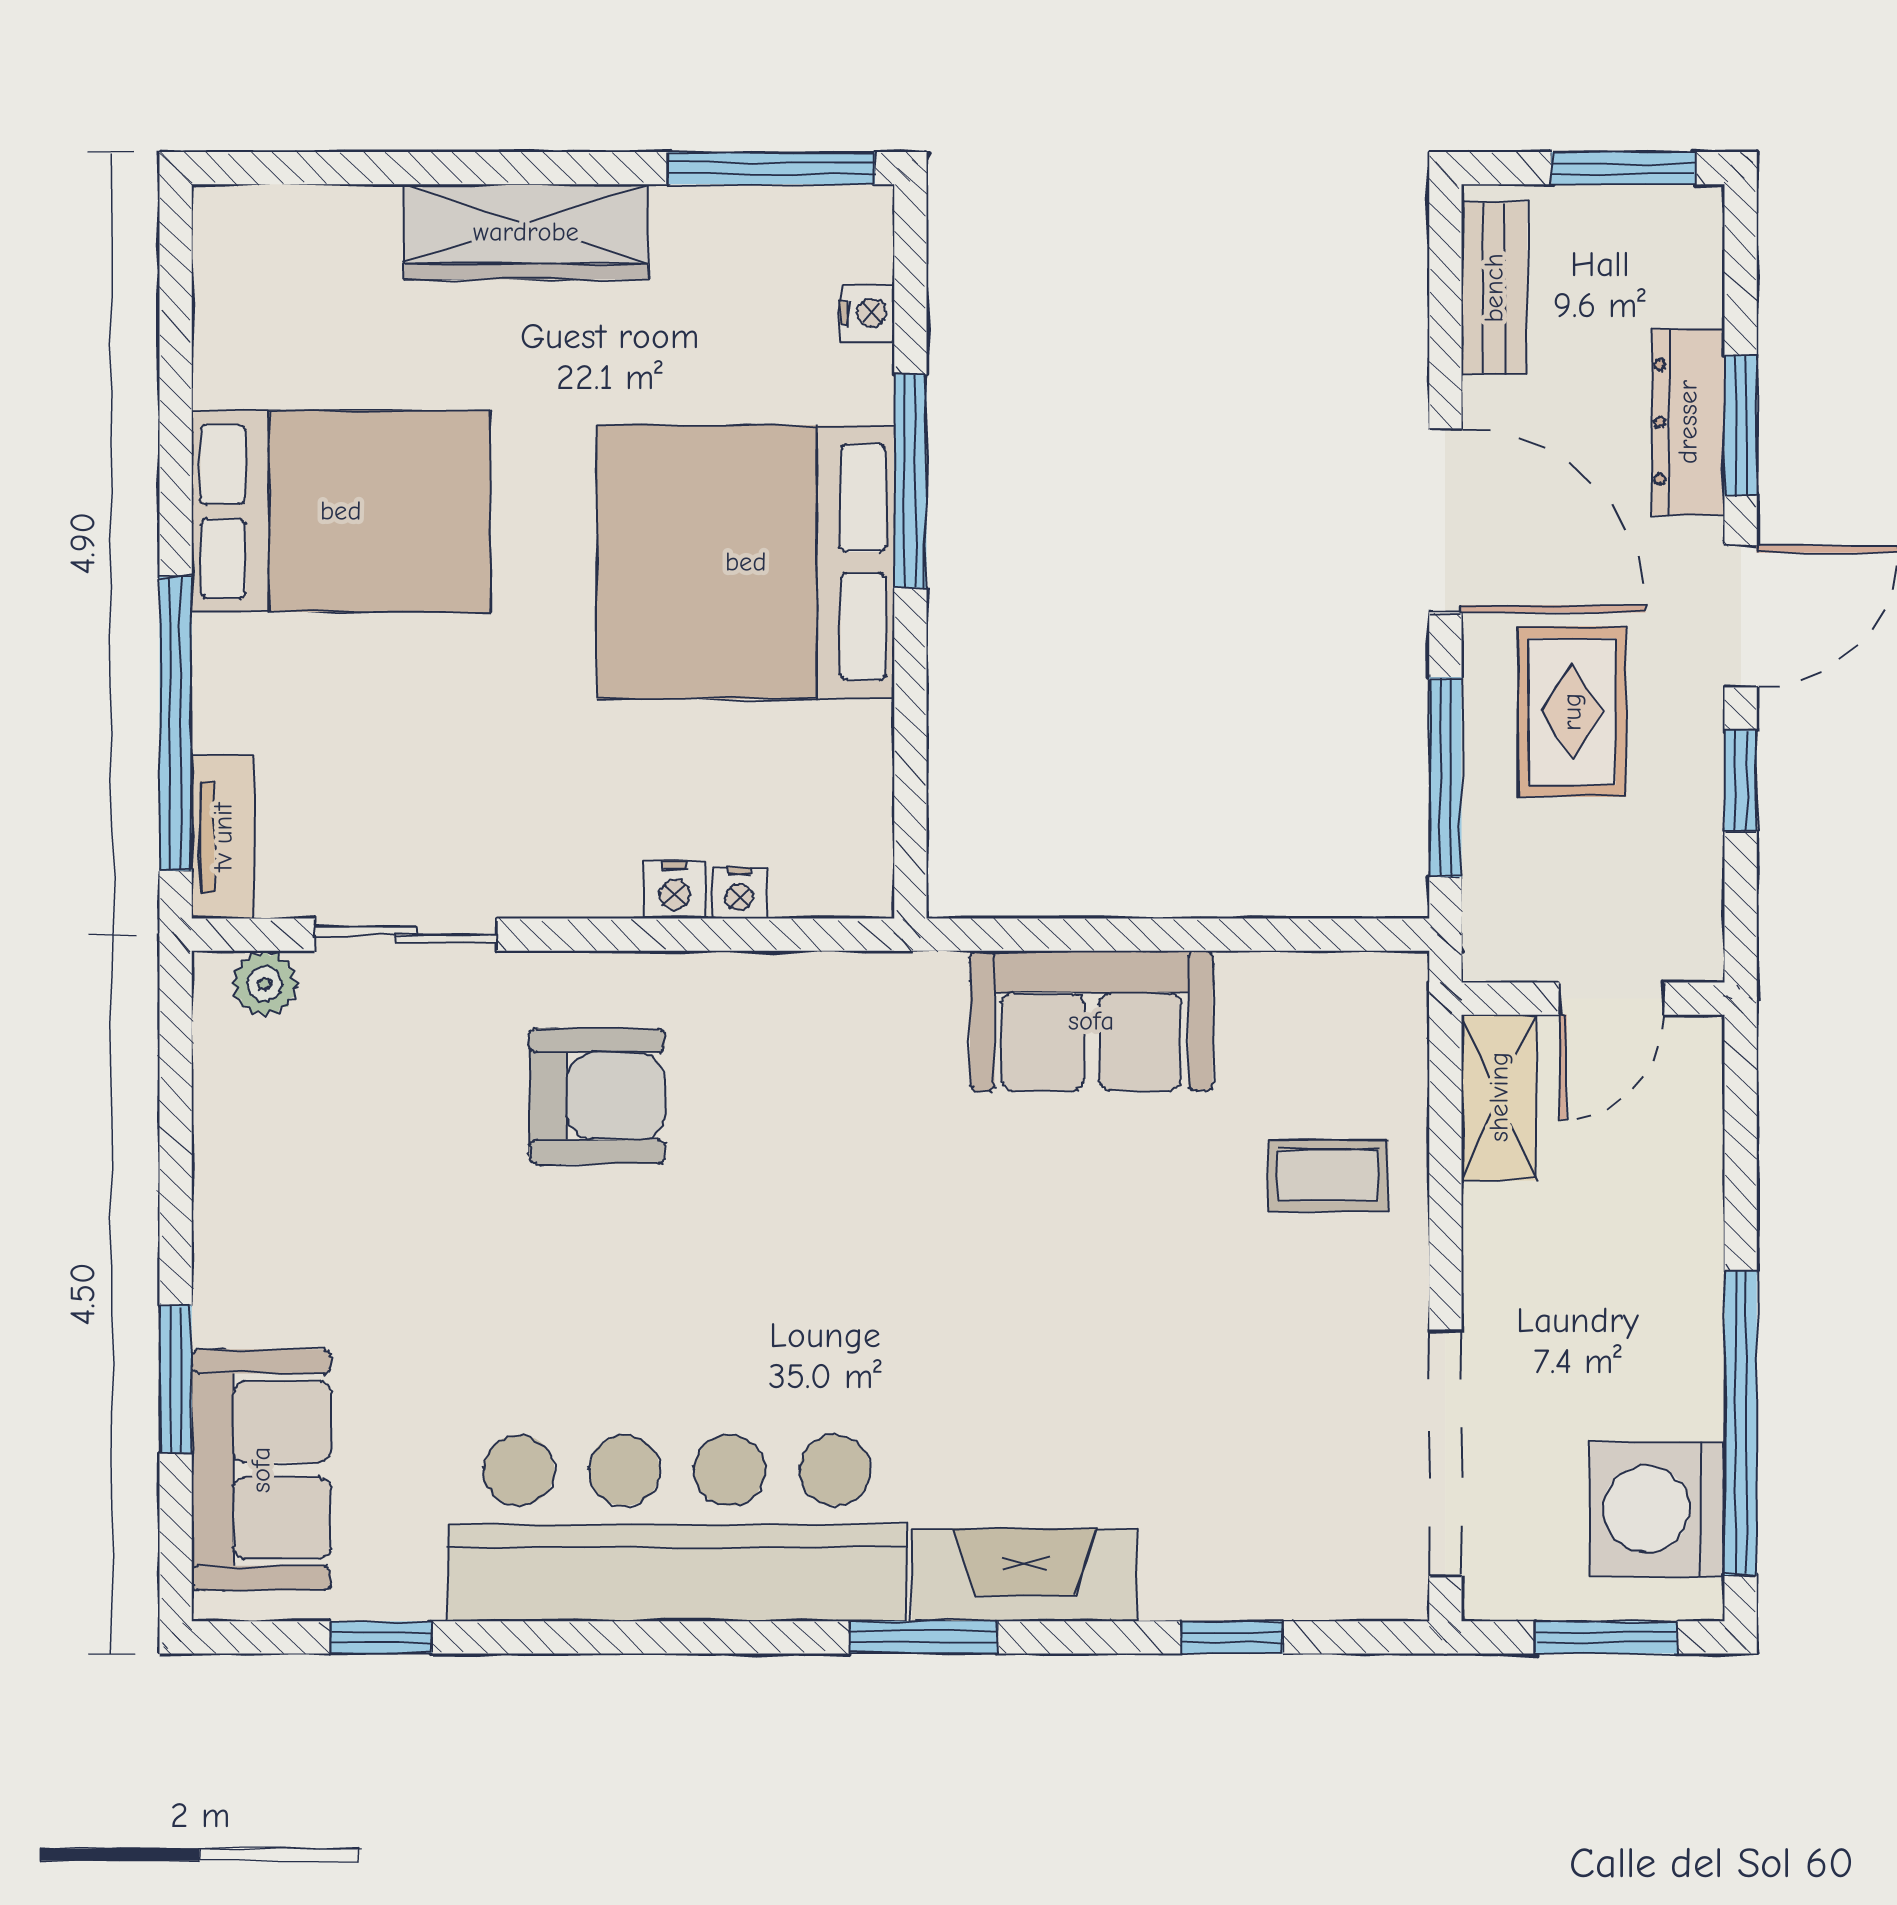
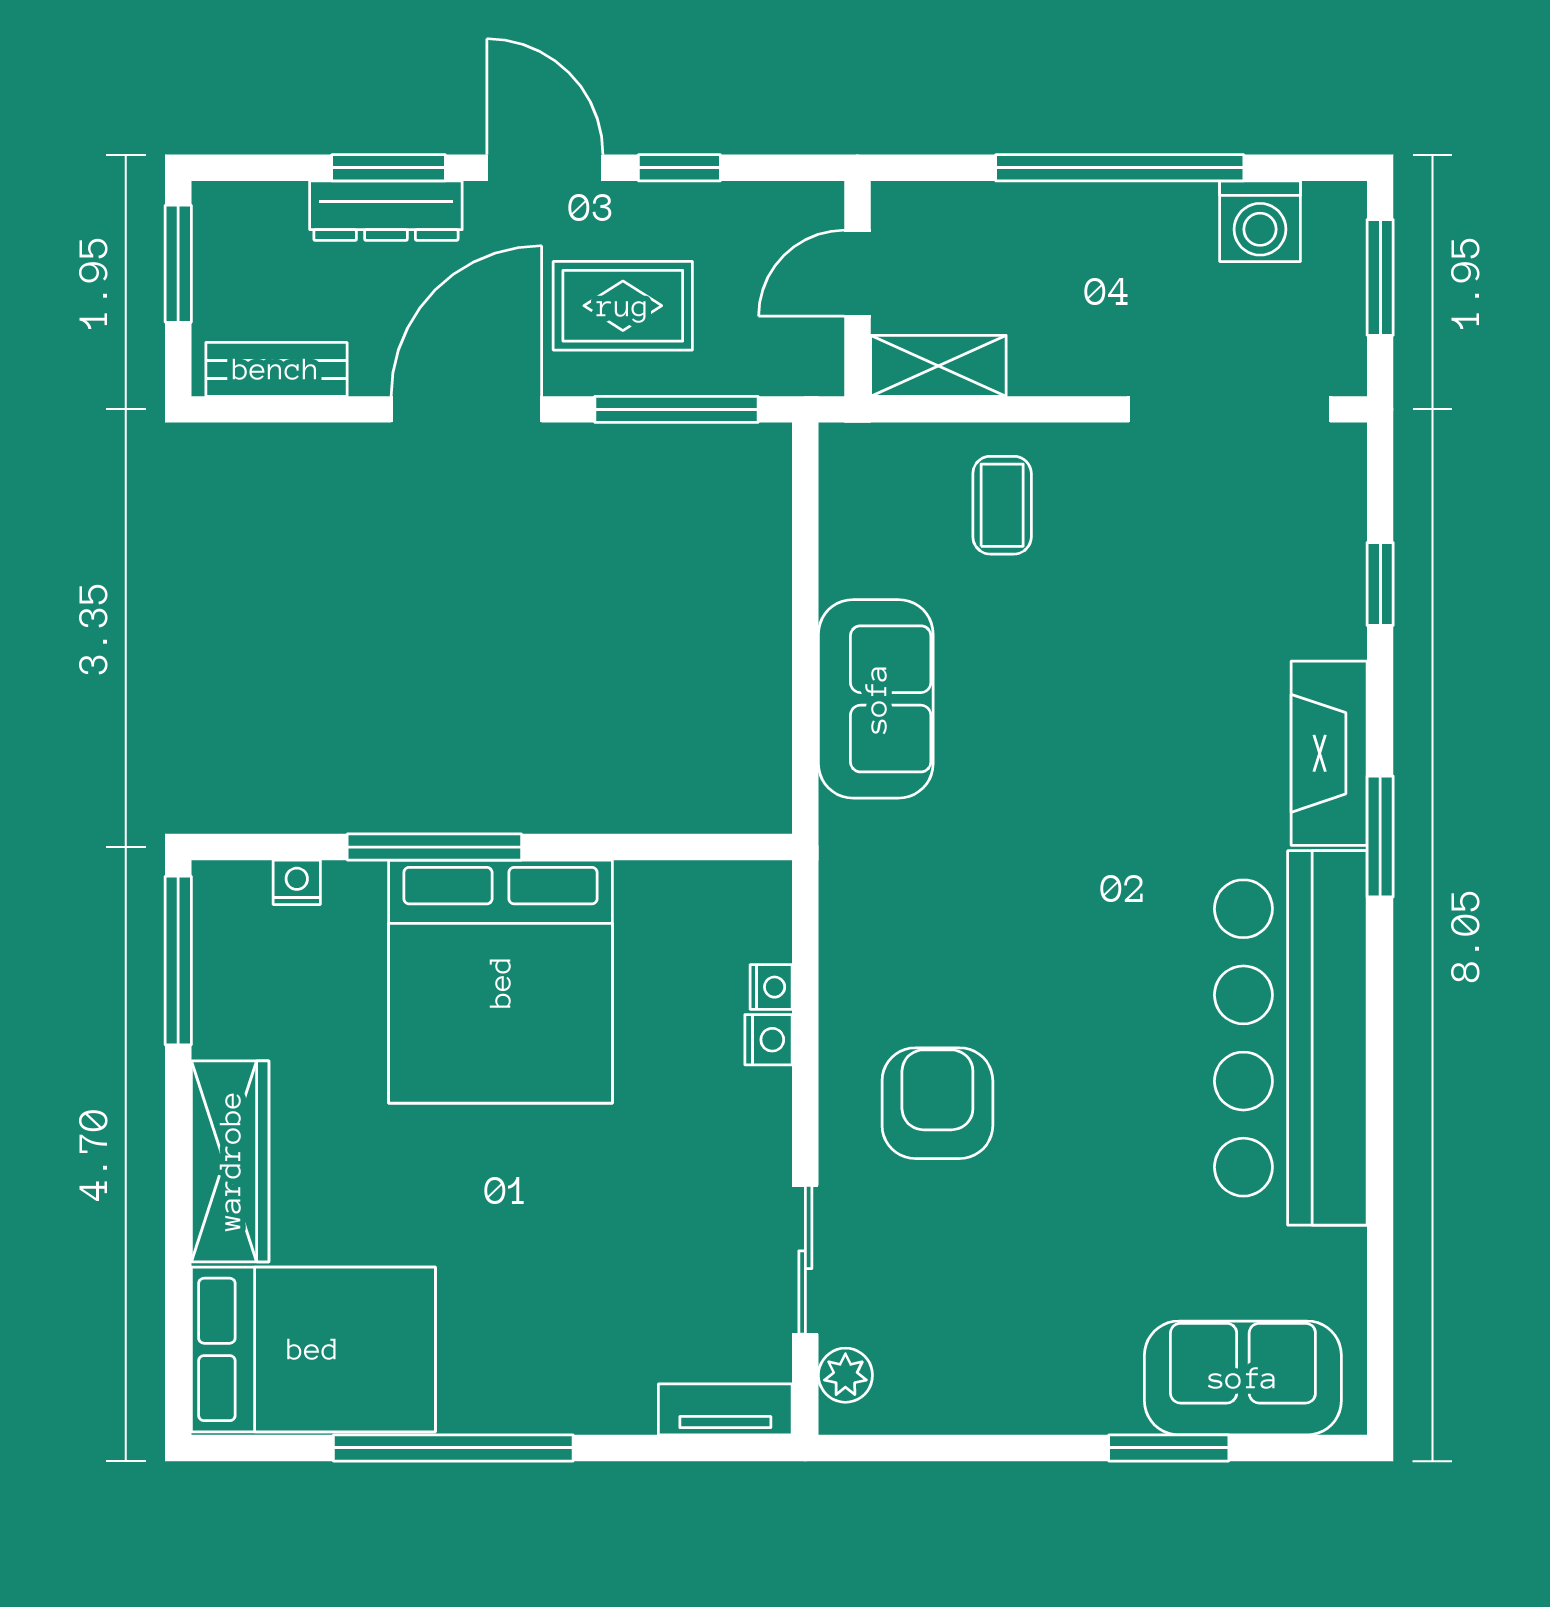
bed: (341, 511) -> (313, 1349), moved, turned 90
window: (176, 724) -> (453, 1448), moved
door: (1612, 999) -> (858, 273), swing flipped
window: (1741, 1423) -> (1120, 168), moved
washing machine: (1657, 1509) -> (1260, 221), width x0.73, depth x0.73
window: (381, 1637) -> (1380, 1280), removed

